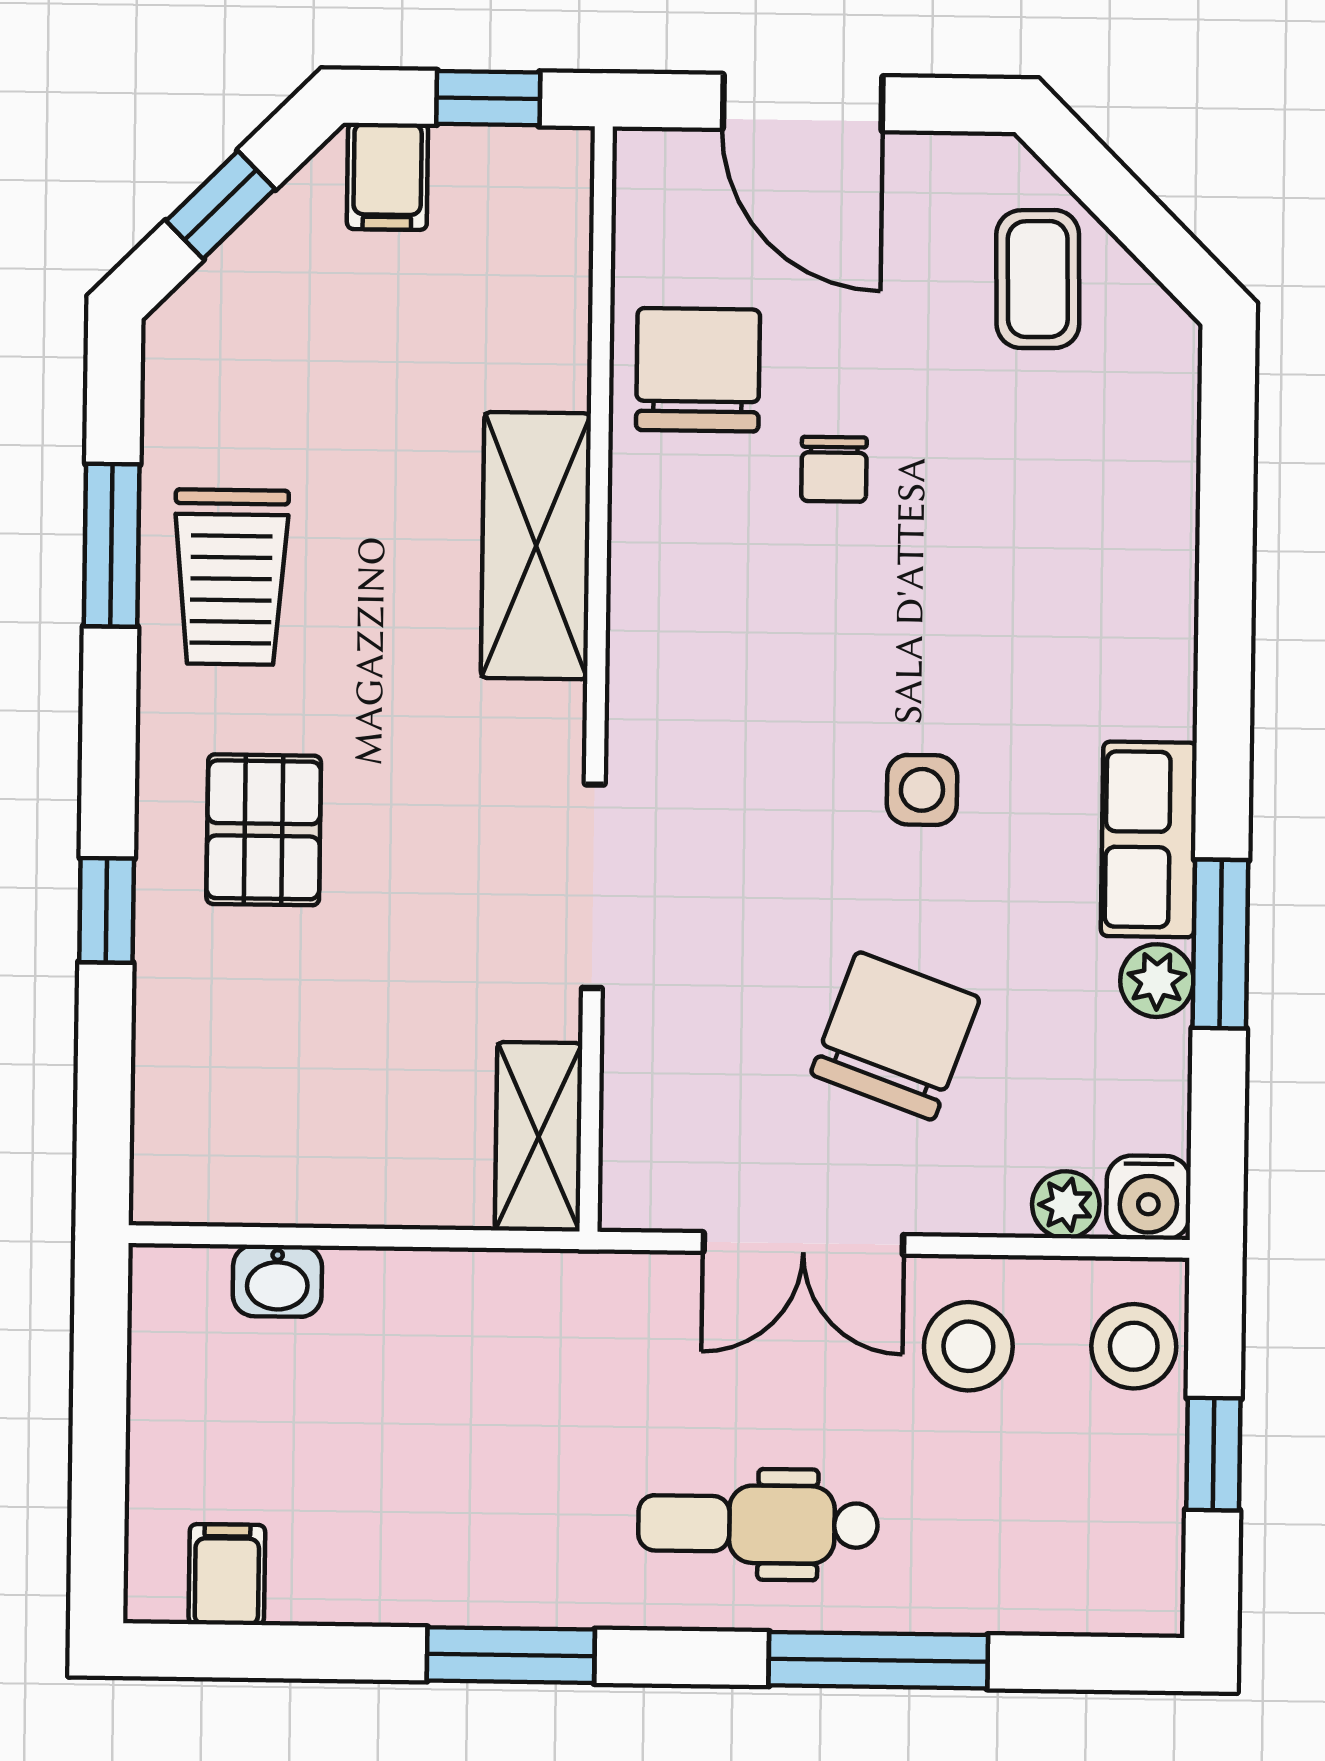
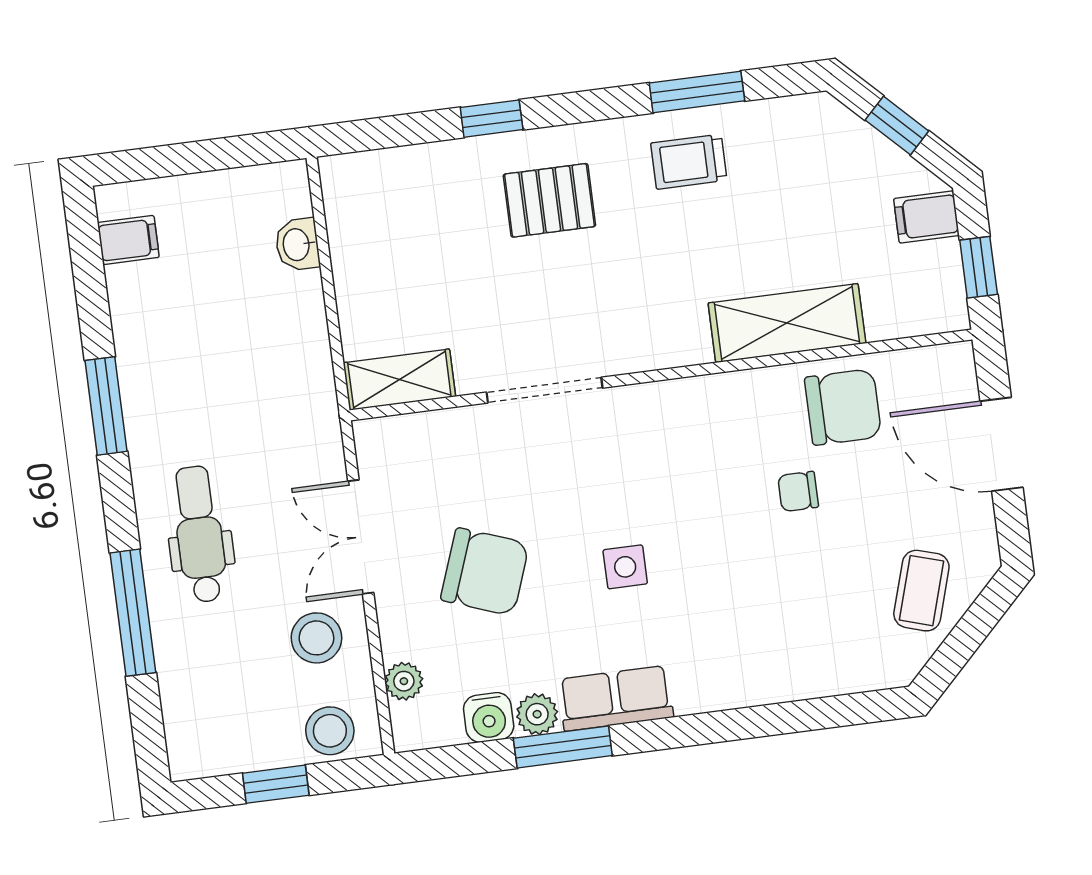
door: (803, 103) -> (1002, 444), hinge flipped
coffee table: (1038, 279) -> (921, 591), turned -72
shelving: (536, 546) -> (787, 323), moved
trolley: (231, 577) -> (689, 162), width x0.73, depth x0.72
water cooler: (1148, 1198) -> (489, 717), moved, turned -90

